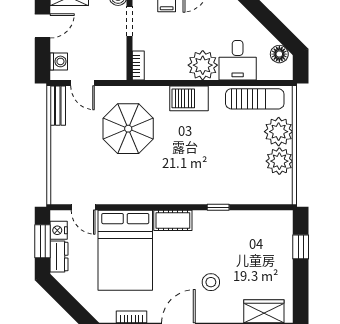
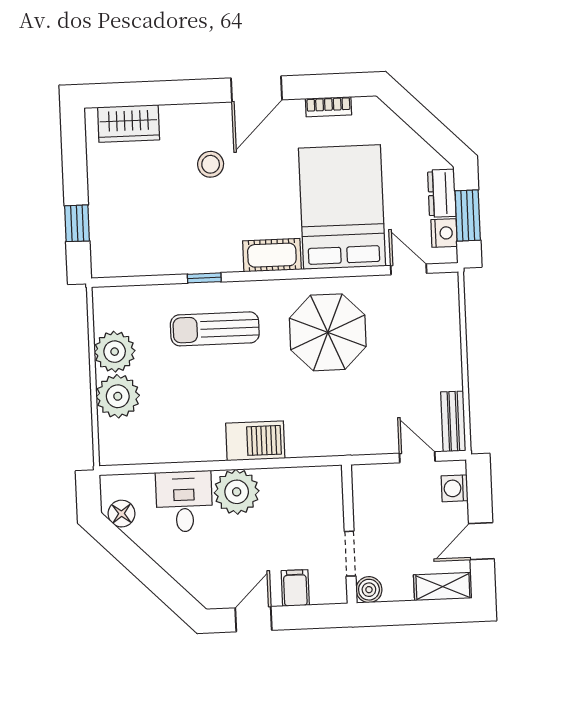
bookcase: (138, 66) -> (334, 487), removed
sun lounger: (255, 99) -> (215, 329), moved
parasol: (128, 129) -> (328, 332), moved

